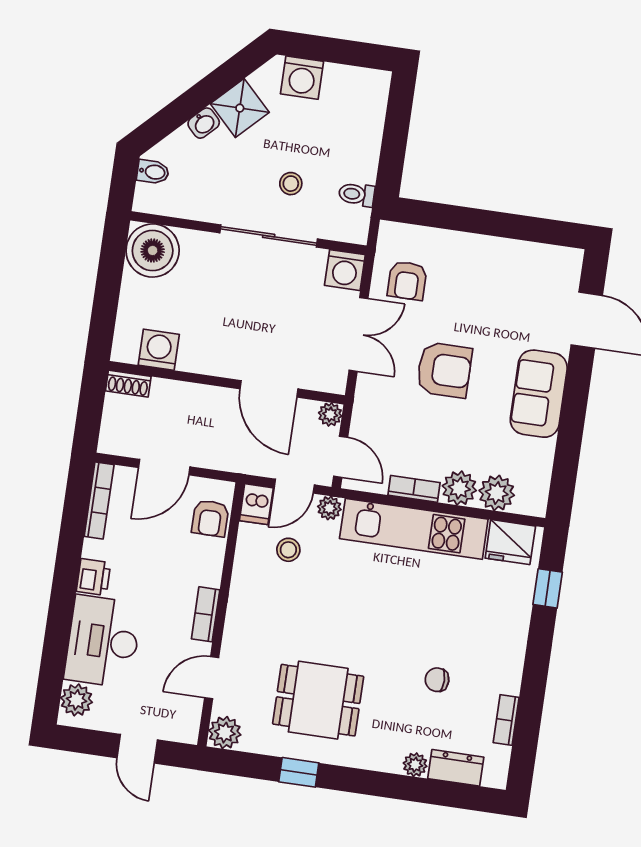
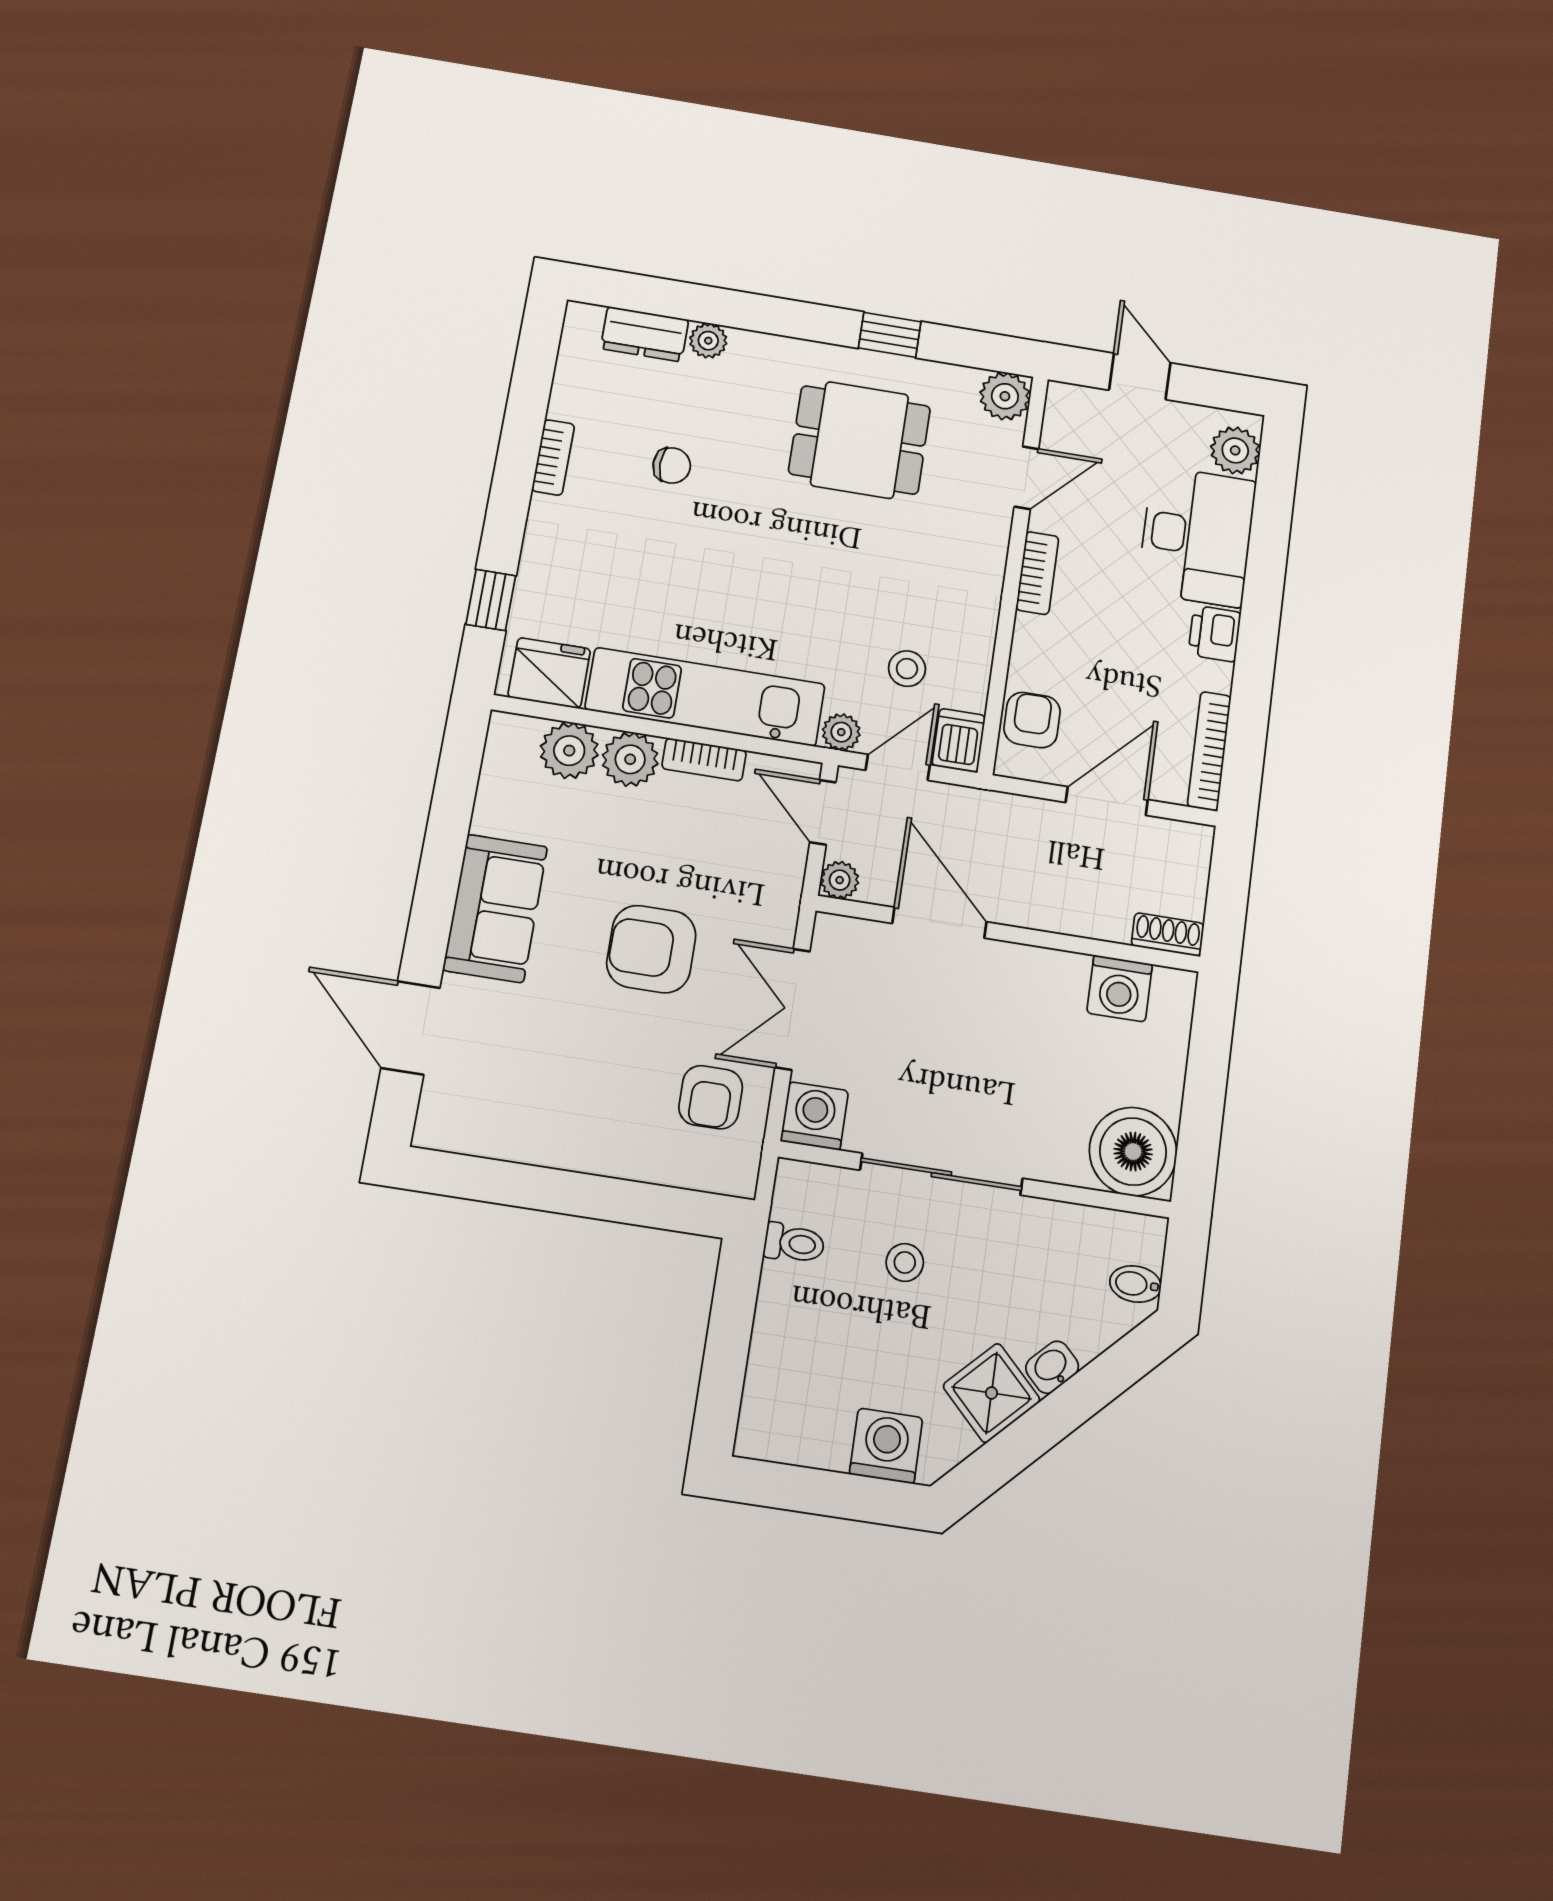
armchair: (407, 281) -> (711, 1097), turned 180
bookcase: (506, 720) -> (553, 457), moved

